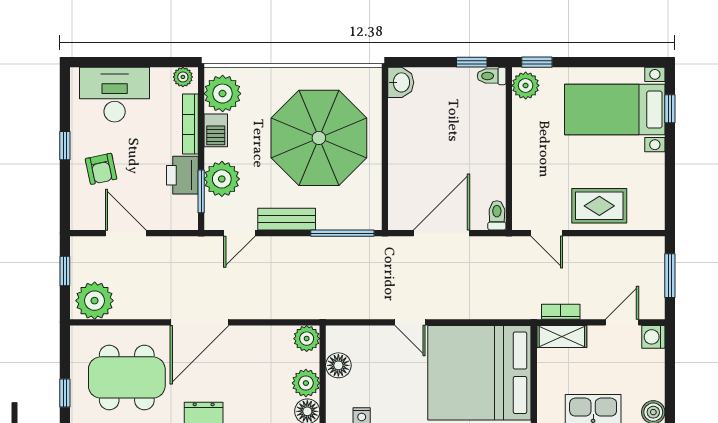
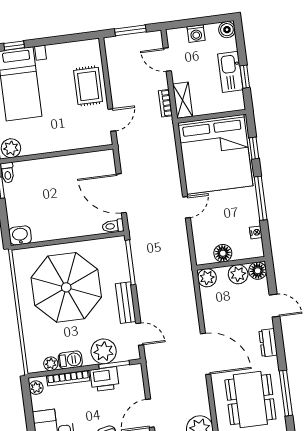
plant: (223, 94) -> (51, 364), width x0.53, depth x0.53
toilet: (497, 215) -> (113, 226), moved
washing machine: (653, 337) -> (196, 34), moved

